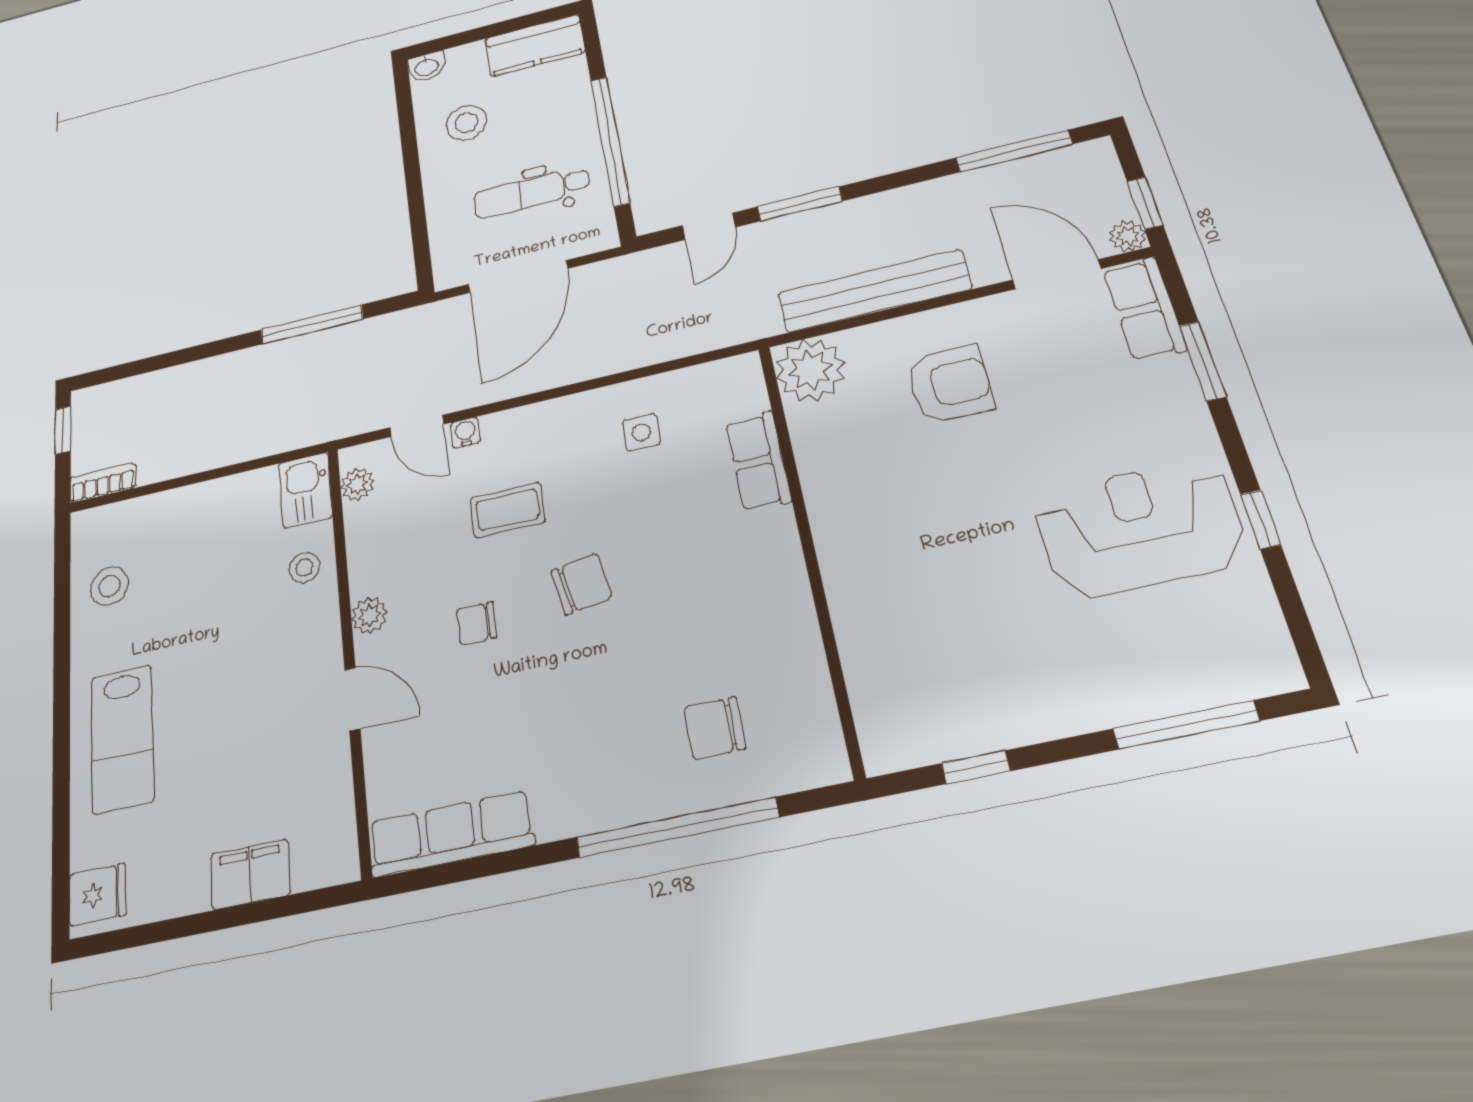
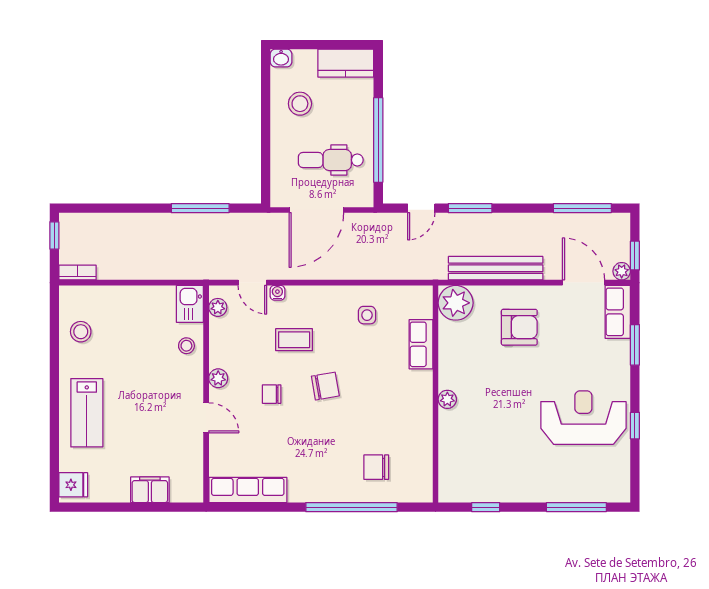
plant: (836, 555) -> (447, 399), added

